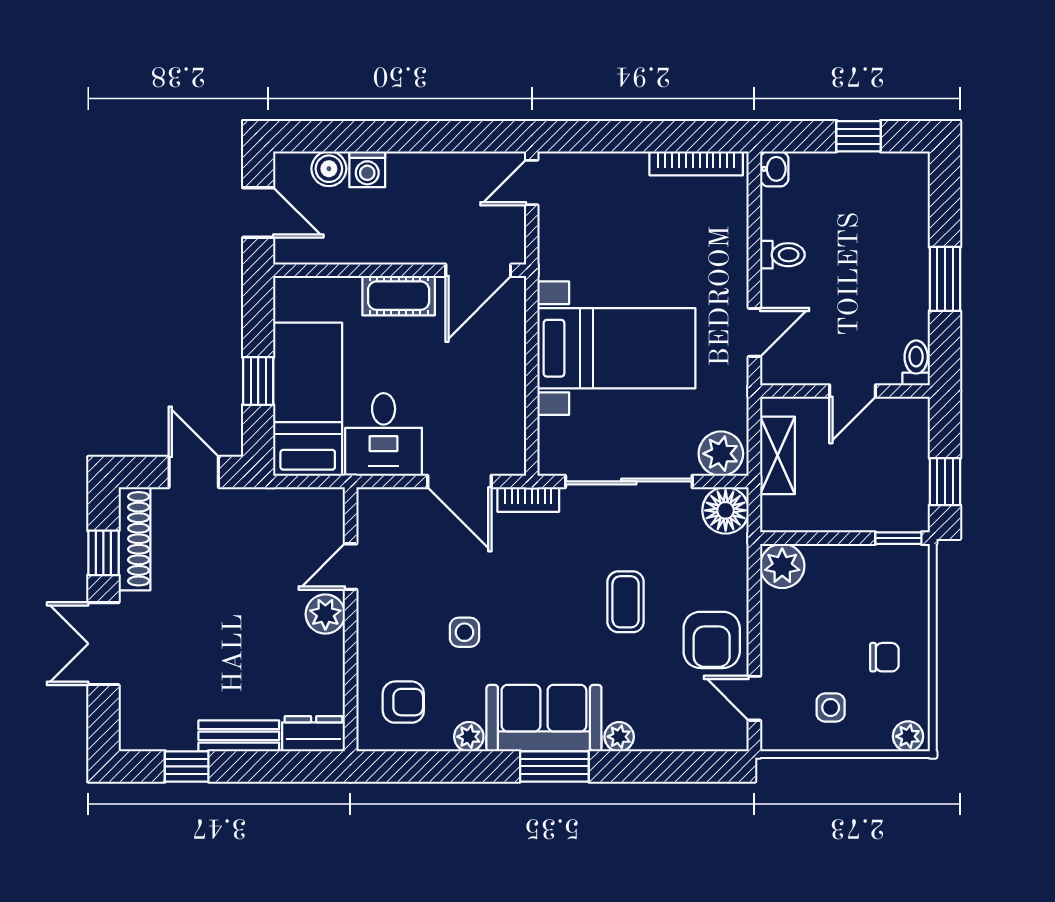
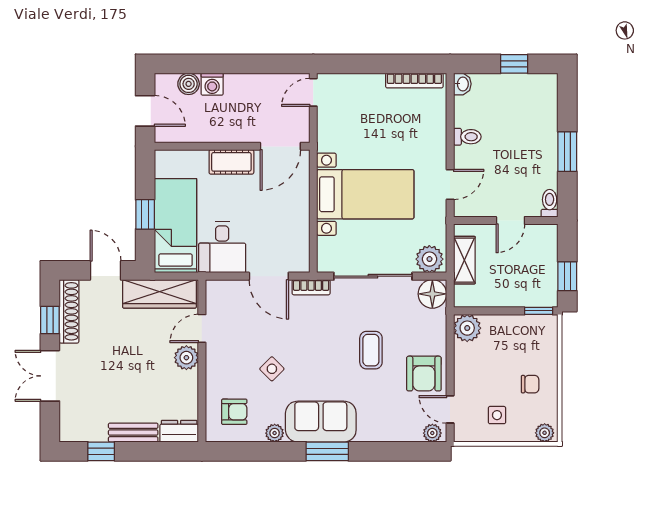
wardrobe: (282, 510) -> (159, 294), added
side table: (464, 632) -> (272, 369), turned 45
plant: (619, 737) -> (432, 433), moved

